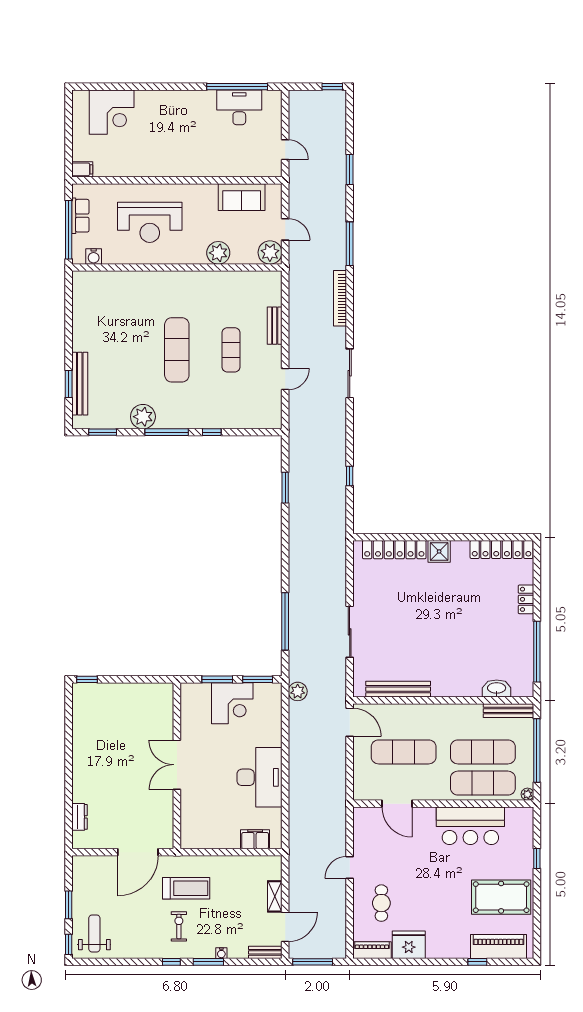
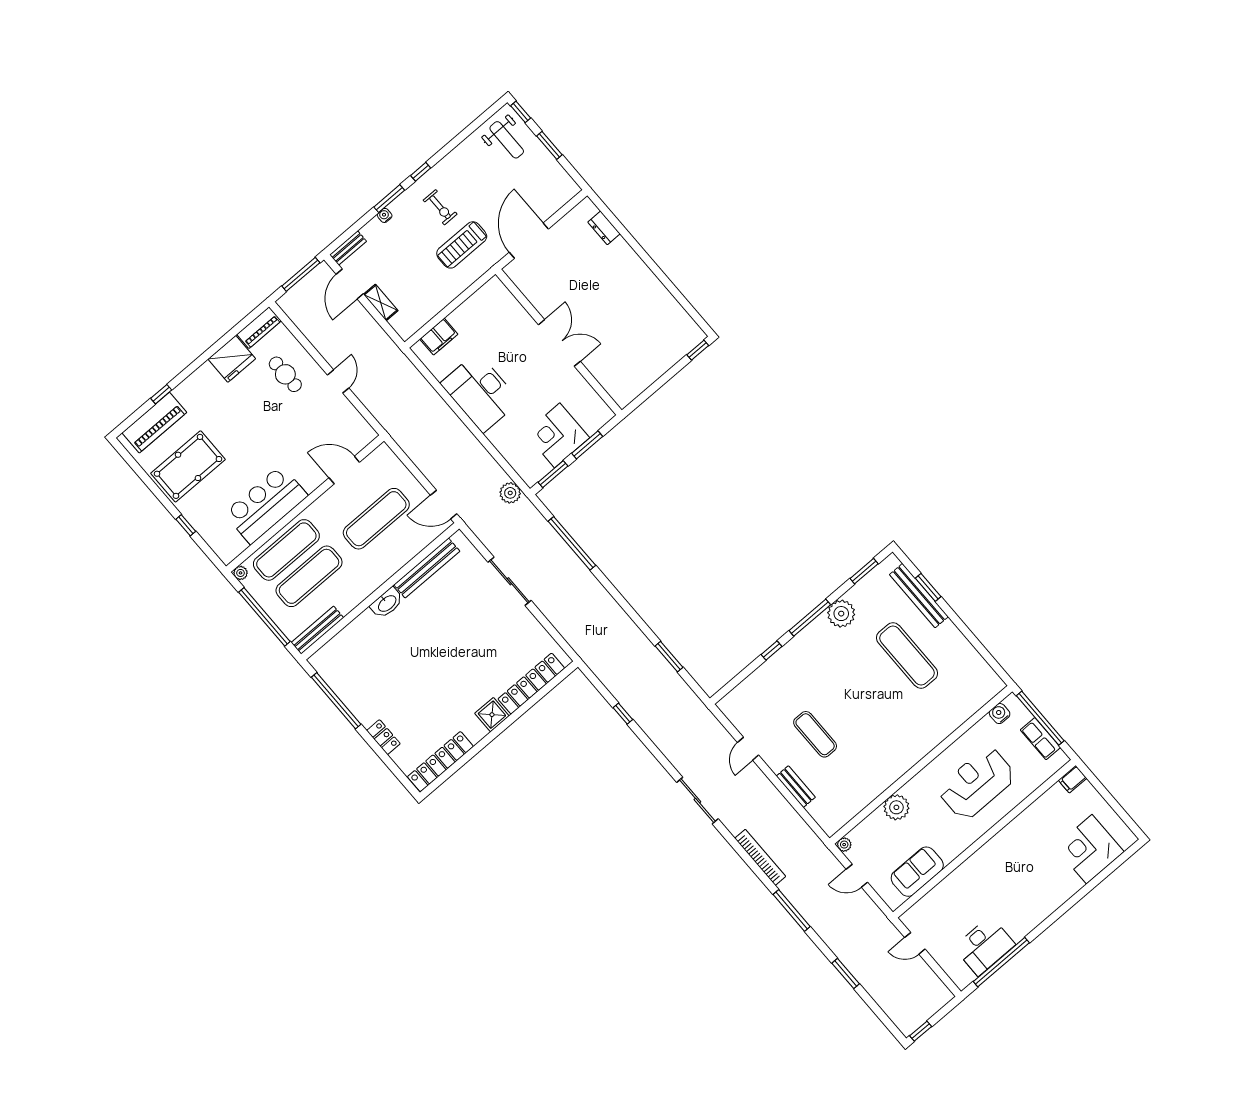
plant: (270, 252) -> (844, 845), width x0.53, depth x0.53
exercise mat: (177, 350) -> (907, 655), moved
washbasin: (497, 688) -> (387, 603), moved

